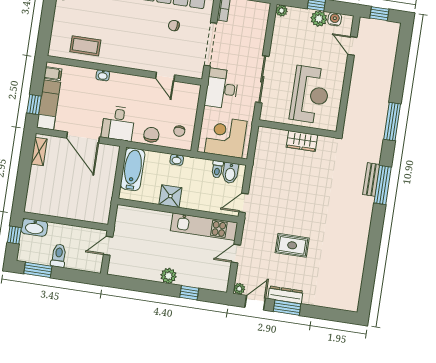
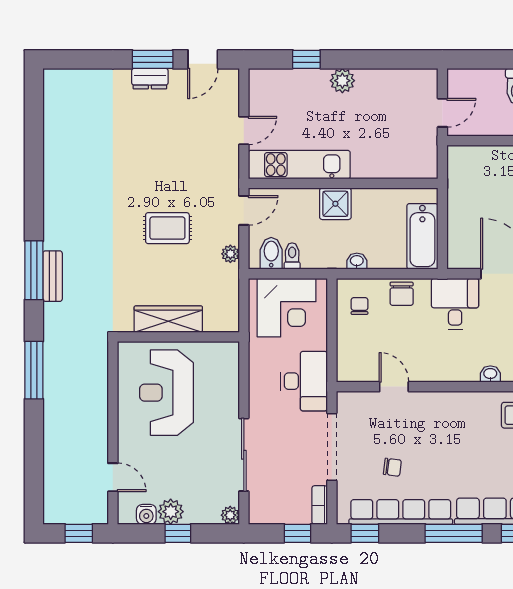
sliding door: (262, 79) -> (244, 455), moved
wardrobe: (302, 141) -> (168, 319), width x1.50
shower: (170, 196) -> (335, 204), moved
rug: (292, 245) -> (167, 228), moved
plant: (239, 289) -> (230, 254), moved
dresser: (285, 295) -> (150, 79), width x0.70

